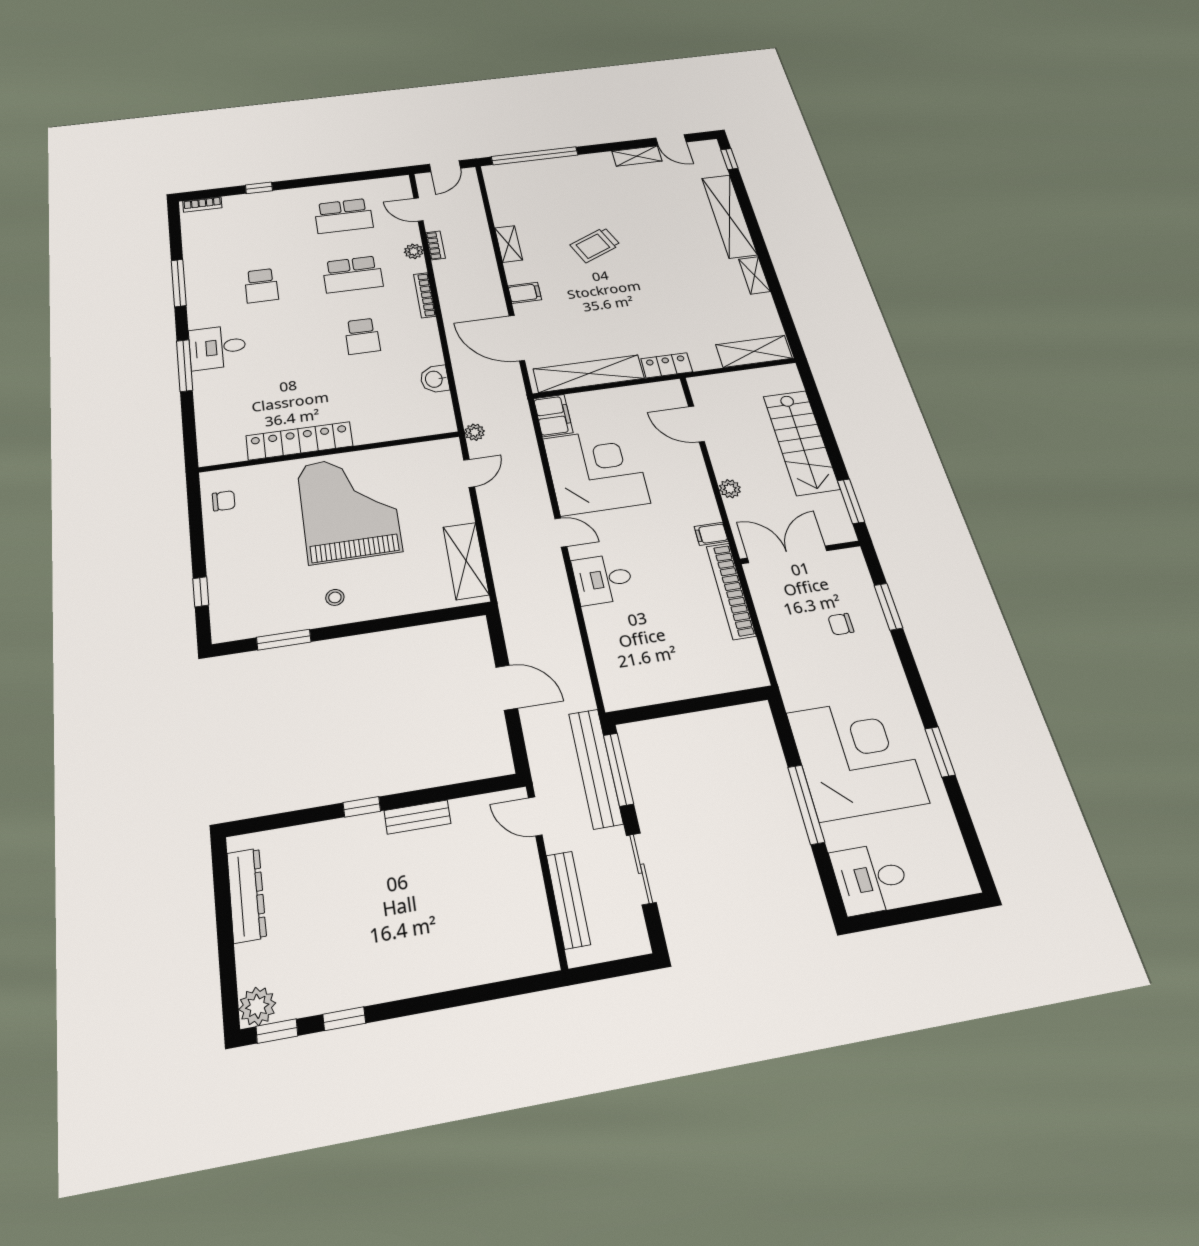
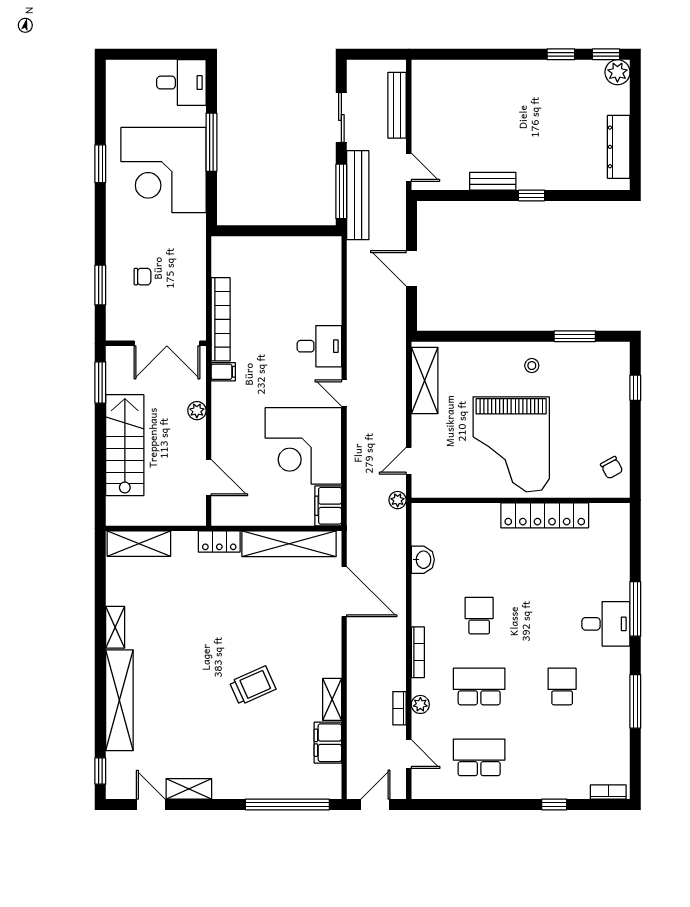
filing cabinet: (525, 293) -> (328, 743), moved, width x2.00
chair: (224, 501) -> (612, 468), turned -118

